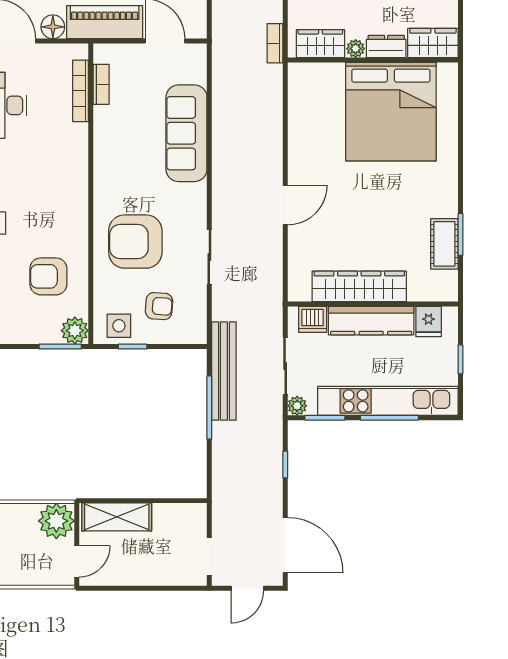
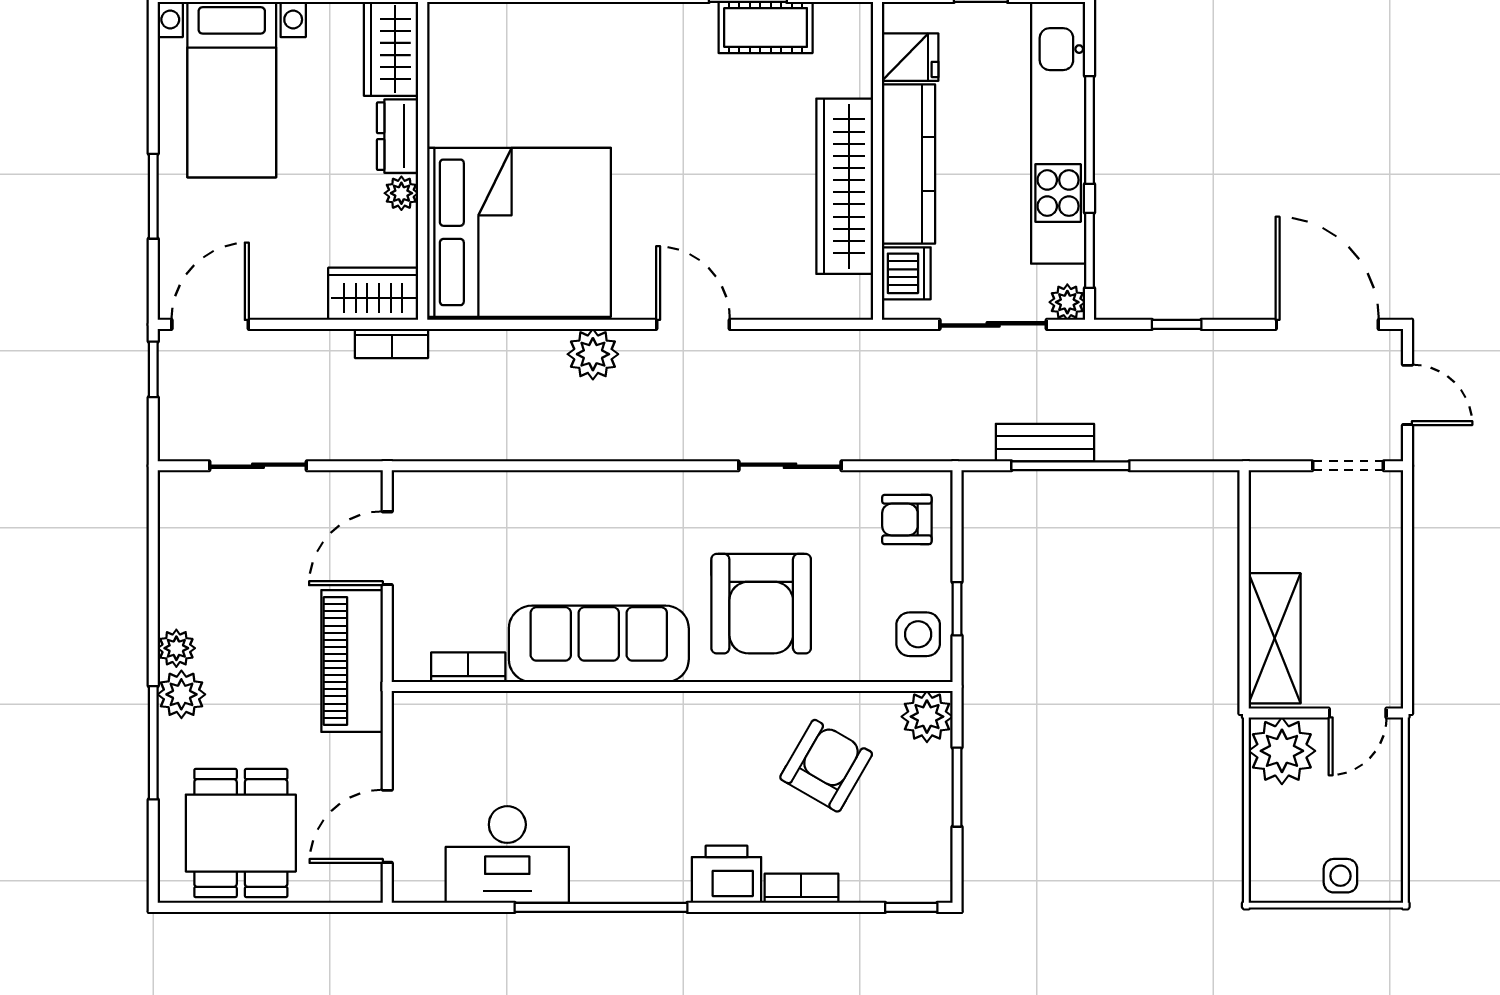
floor lamp: (53, 27) -> (361, 757), removed
wardrobe: (320, 44) -> (373, 294), moved, turned 90
bookcase: (81, 91) -> (480, 706), removed
bed: (391, 112) -> (519, 232), moved
sofa: (186, 133) -> (599, 644), moved, turned 180
plant: (269, 151) -> (593, 354), added
armchair: (48, 276) -> (826, 766), turned -150
armchair: (159, 306) -> (907, 520), moved, turned -94
window: (60, 347) -> (957, 787), moved
bench: (224, 371) -> (1045, 443), width x0.54, depth x0.82
door: (285, 545) -> (1327, 324), hinge flipped
door: (77, 562) -> (1358, 713), swing flipped

